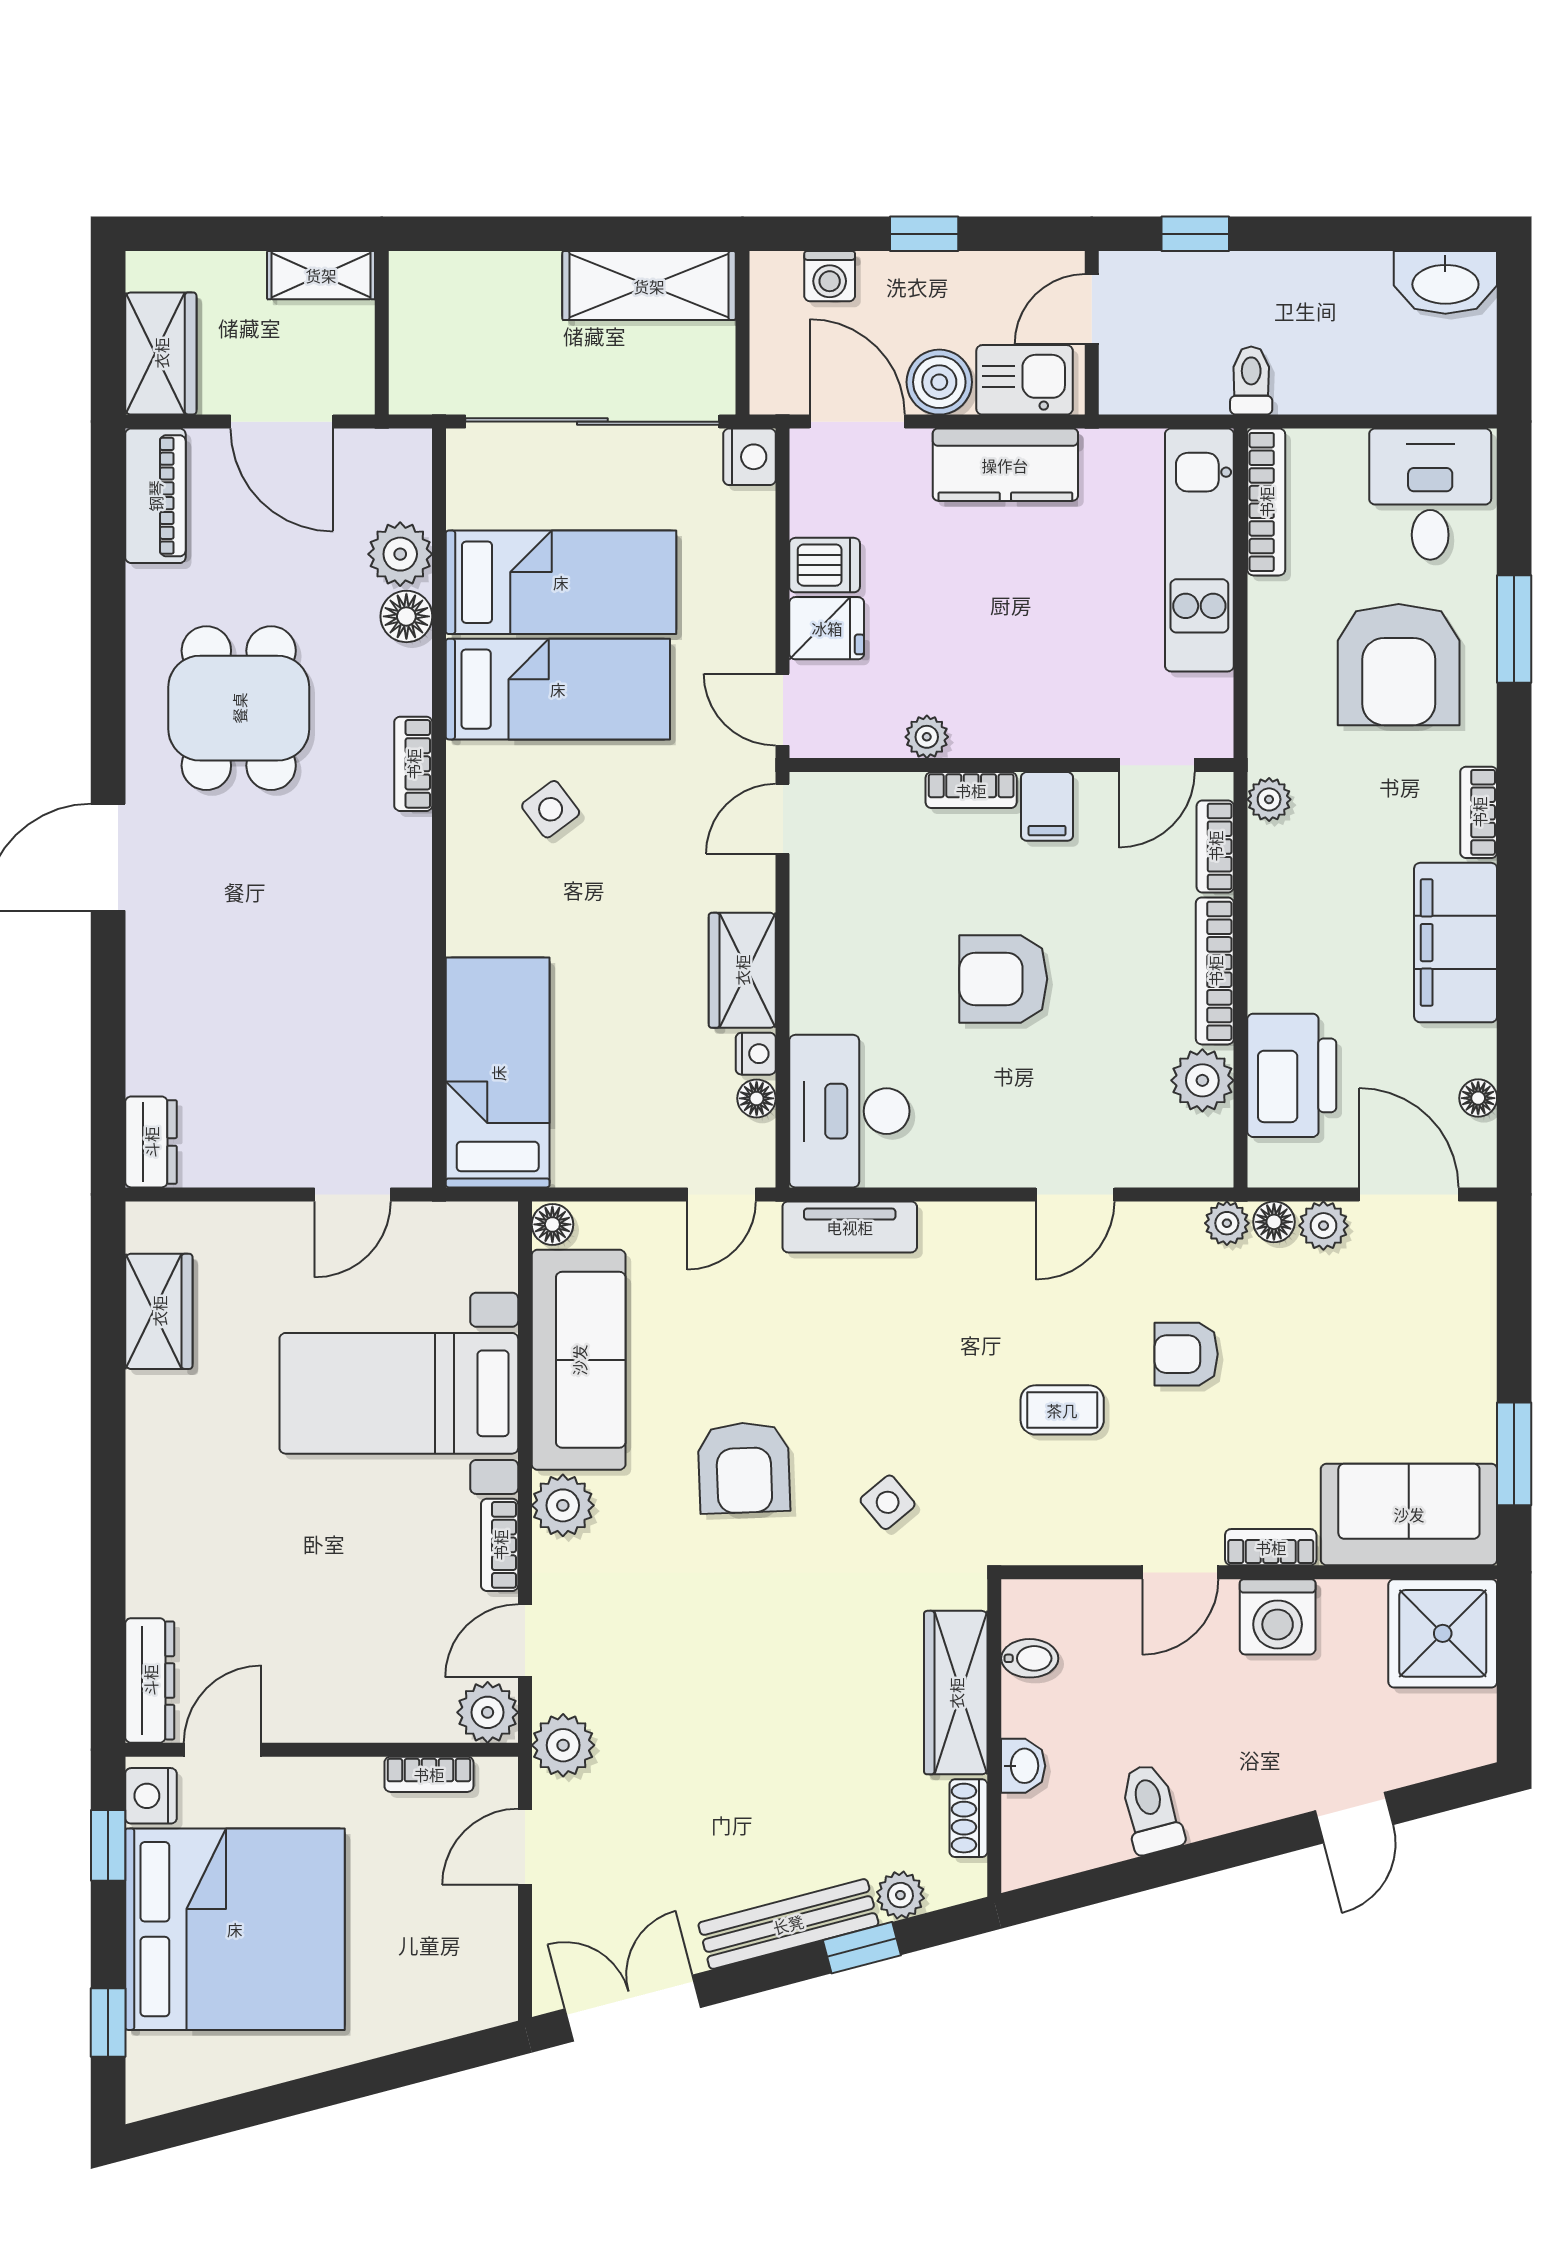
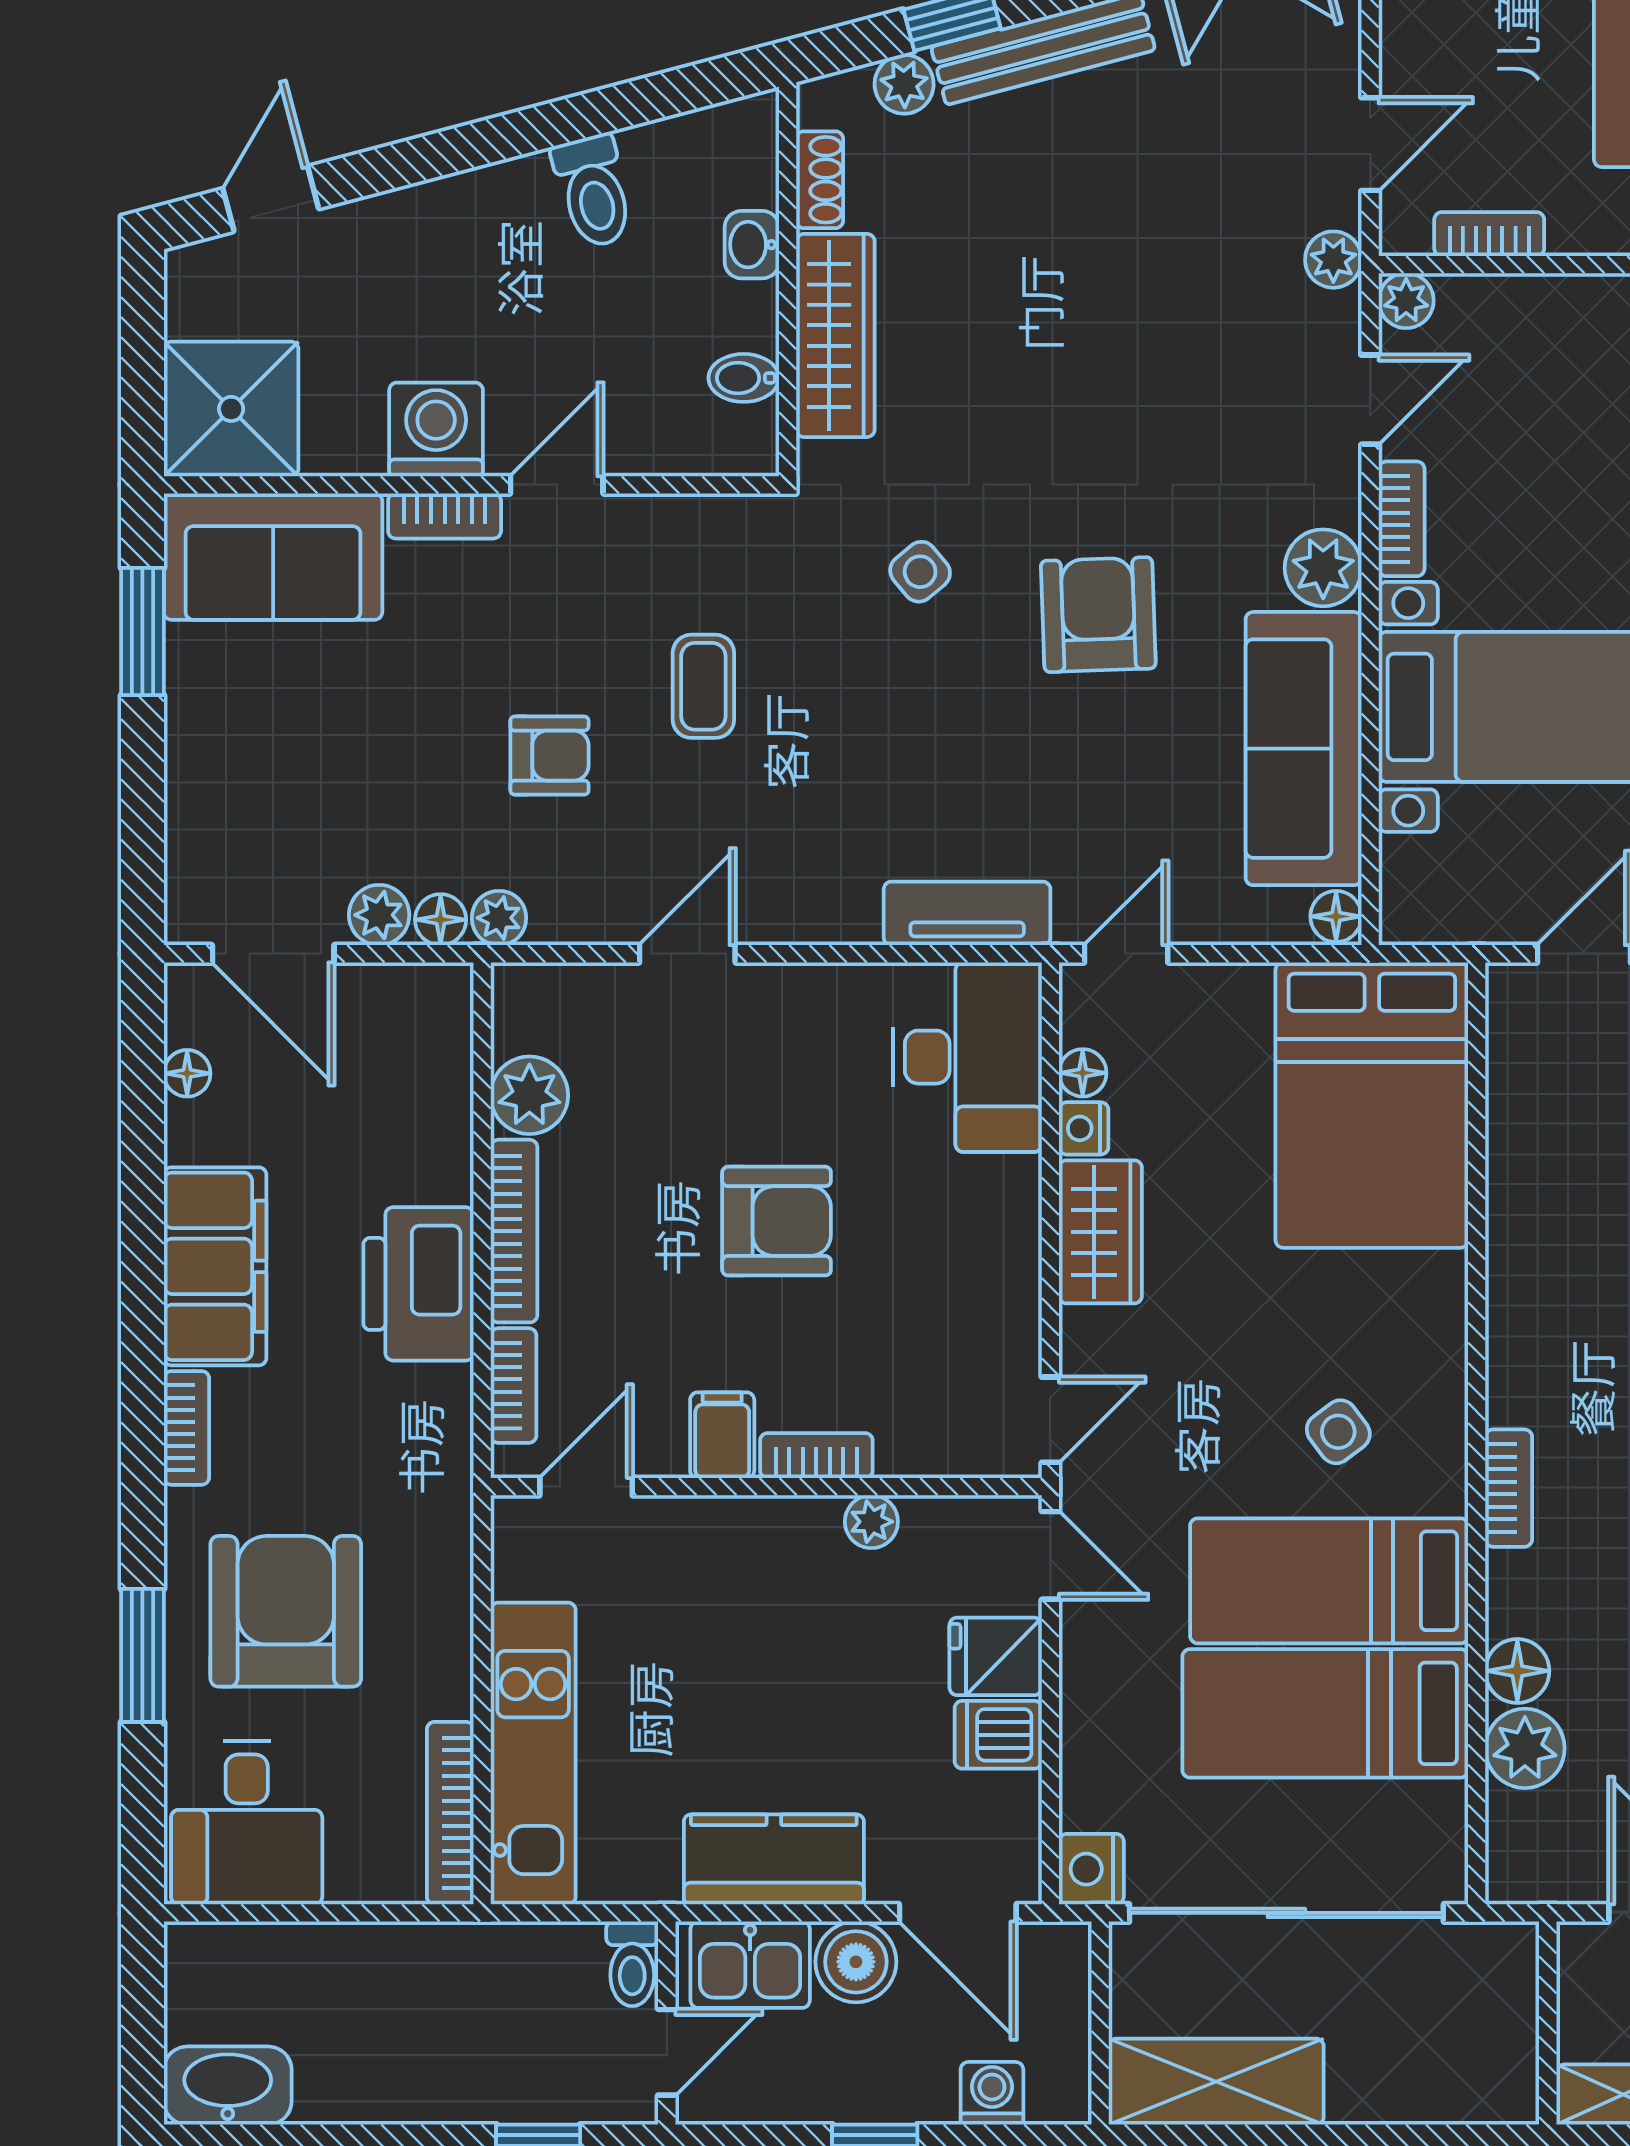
toilet: (1251, 380) -> (632, 1964), moved
plant: (1269, 799) -> (447, 1444), removed
bed: (498, 1073) -> (1372, 1105), width x1.50
printer: (1292, 1075) -> (418, 1284), moved
coffee table: (1062, 1410) -> (703, 686), turned 90
plant: (488, 1712) -> (1406, 301), width x0.73, depth x0.73
plant: (563, 1745) -> (1333, 260), width x0.73, depth x0.73
door: (1354, 1818) -> (271, 199), moved

